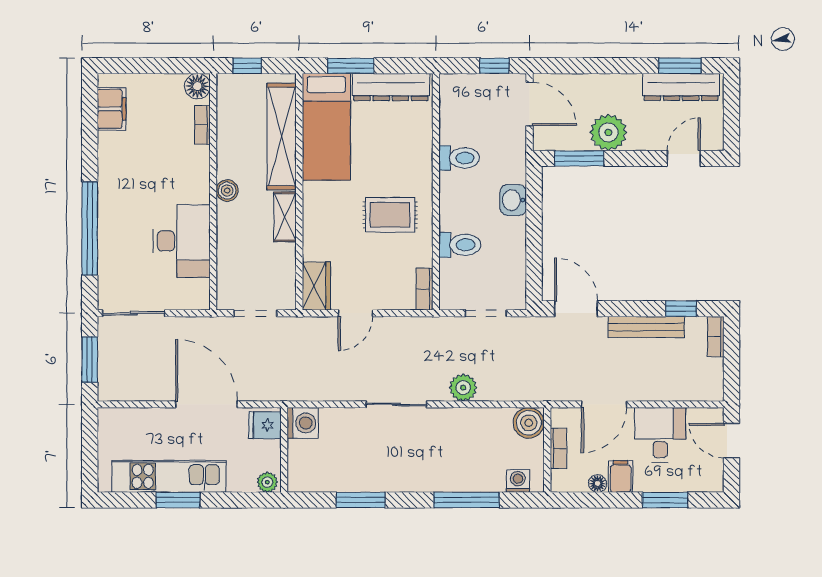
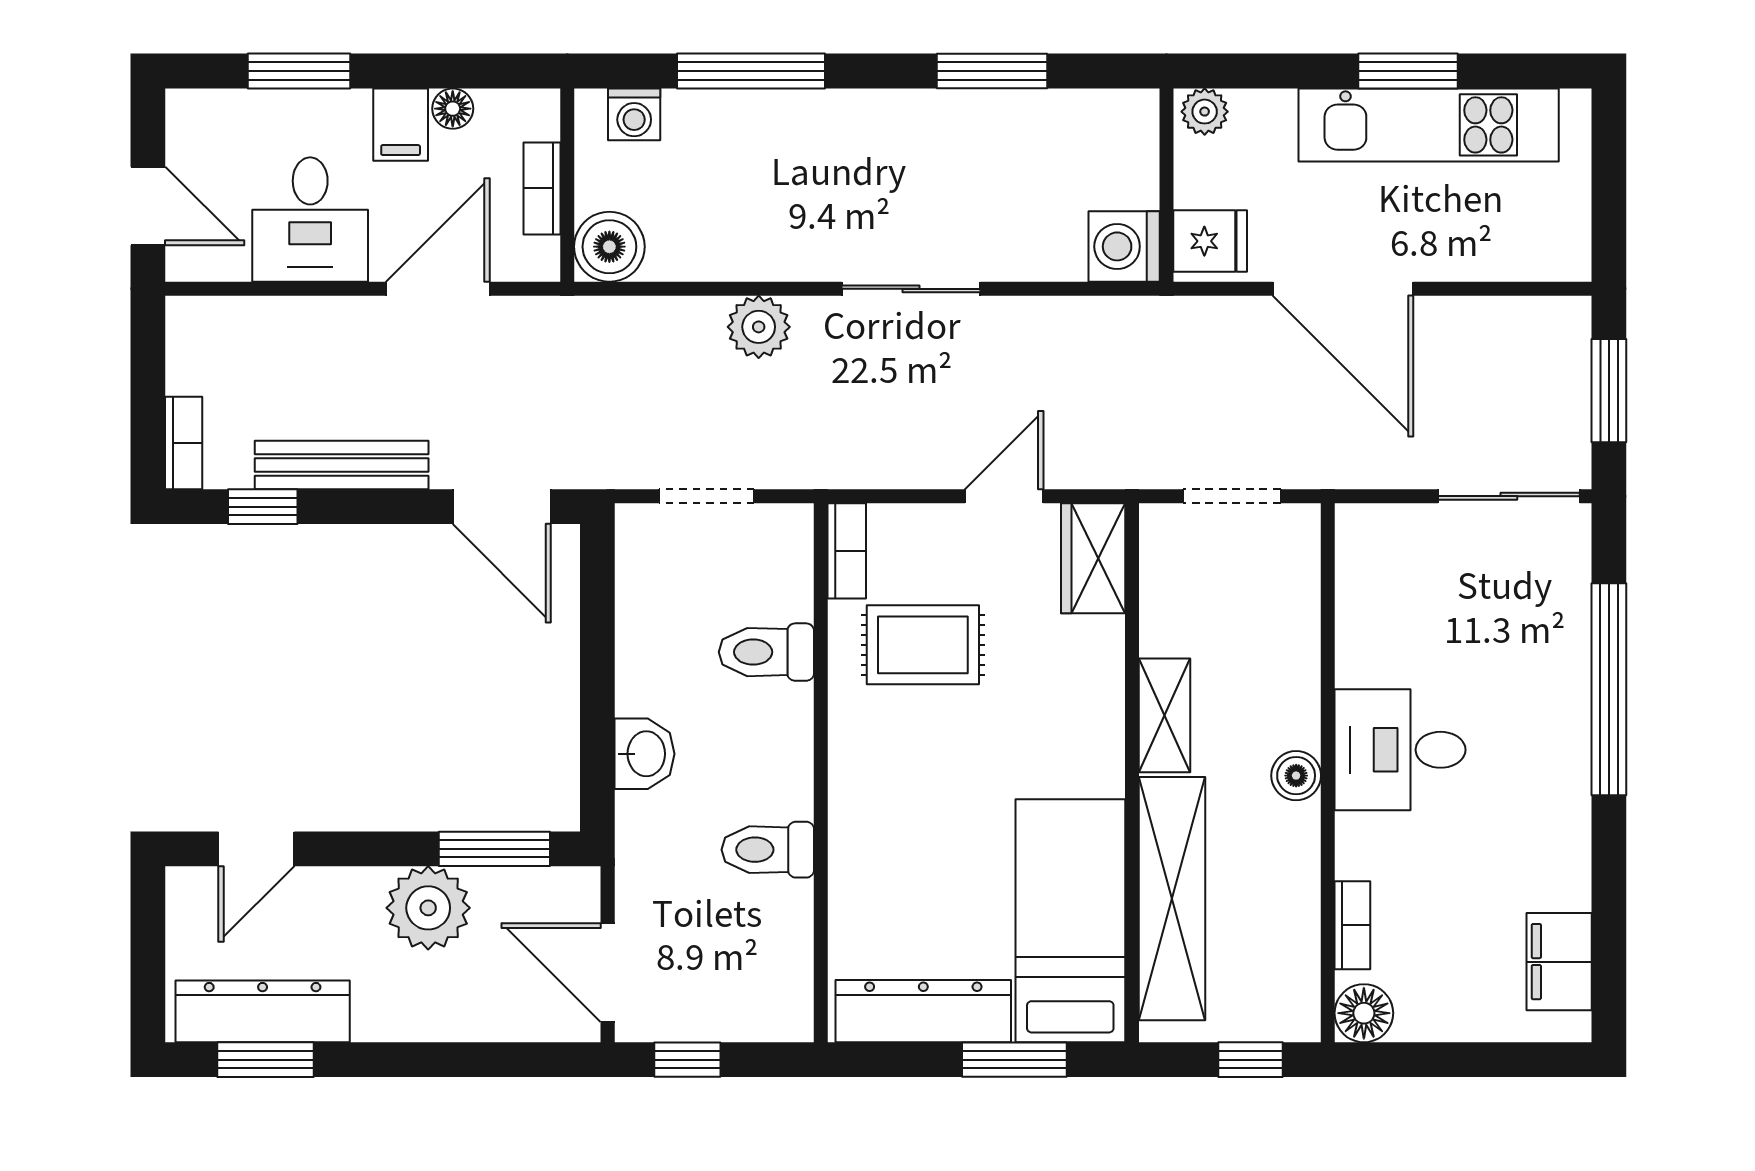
rug: (390, 215) -> (923, 645), moved
desk: (181, 241) -> (1400, 750), moved, width x0.73

